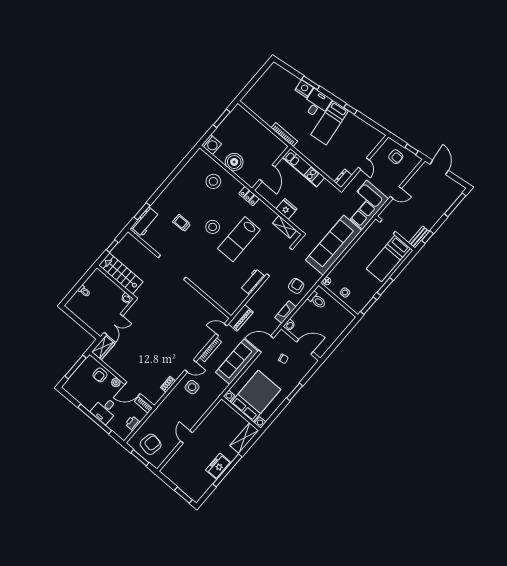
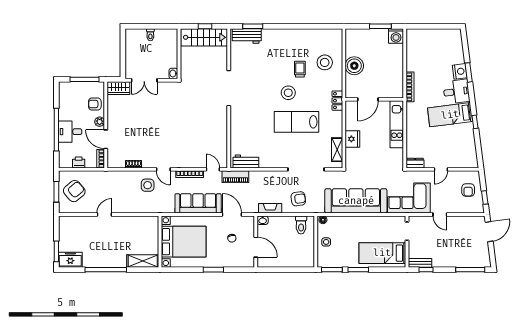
washing machine: (212, 145) -> (396, 36), moved
trolley: (182, 223) -> (300, 69), moved
stairs: (121, 273) -> (204, 37), moved, turned 90
workbench: (253, 282) -> (246, 161), moved
armchair: (151, 444) -> (74, 191), turned -50
freezer: (218, 466) -> (70, 260), moved

